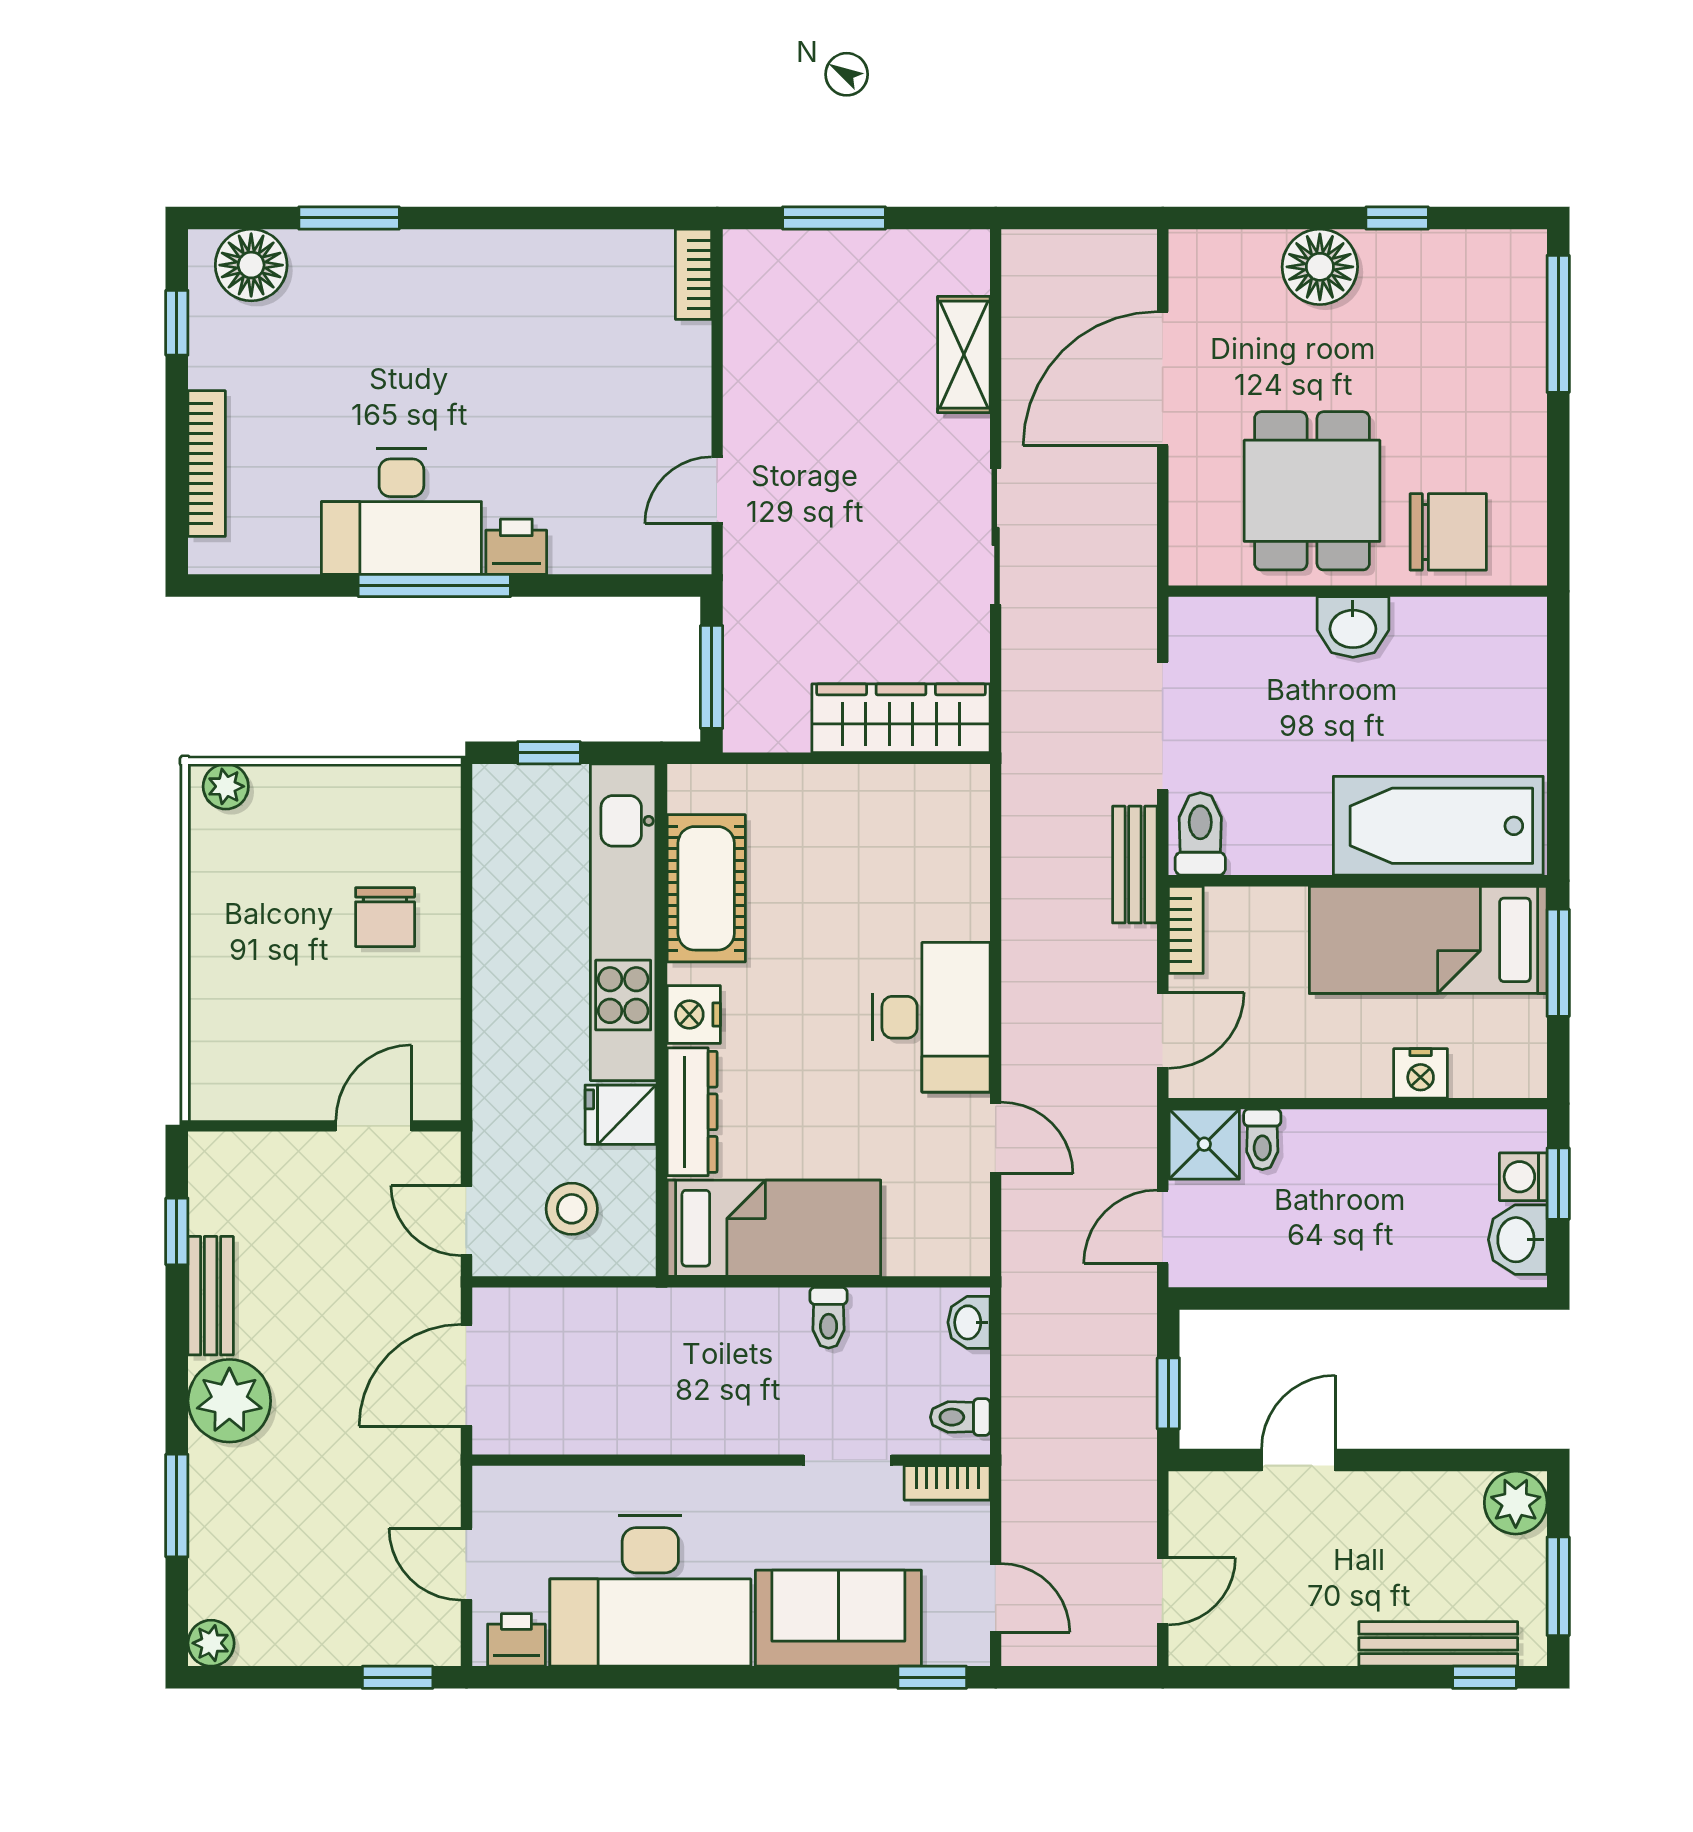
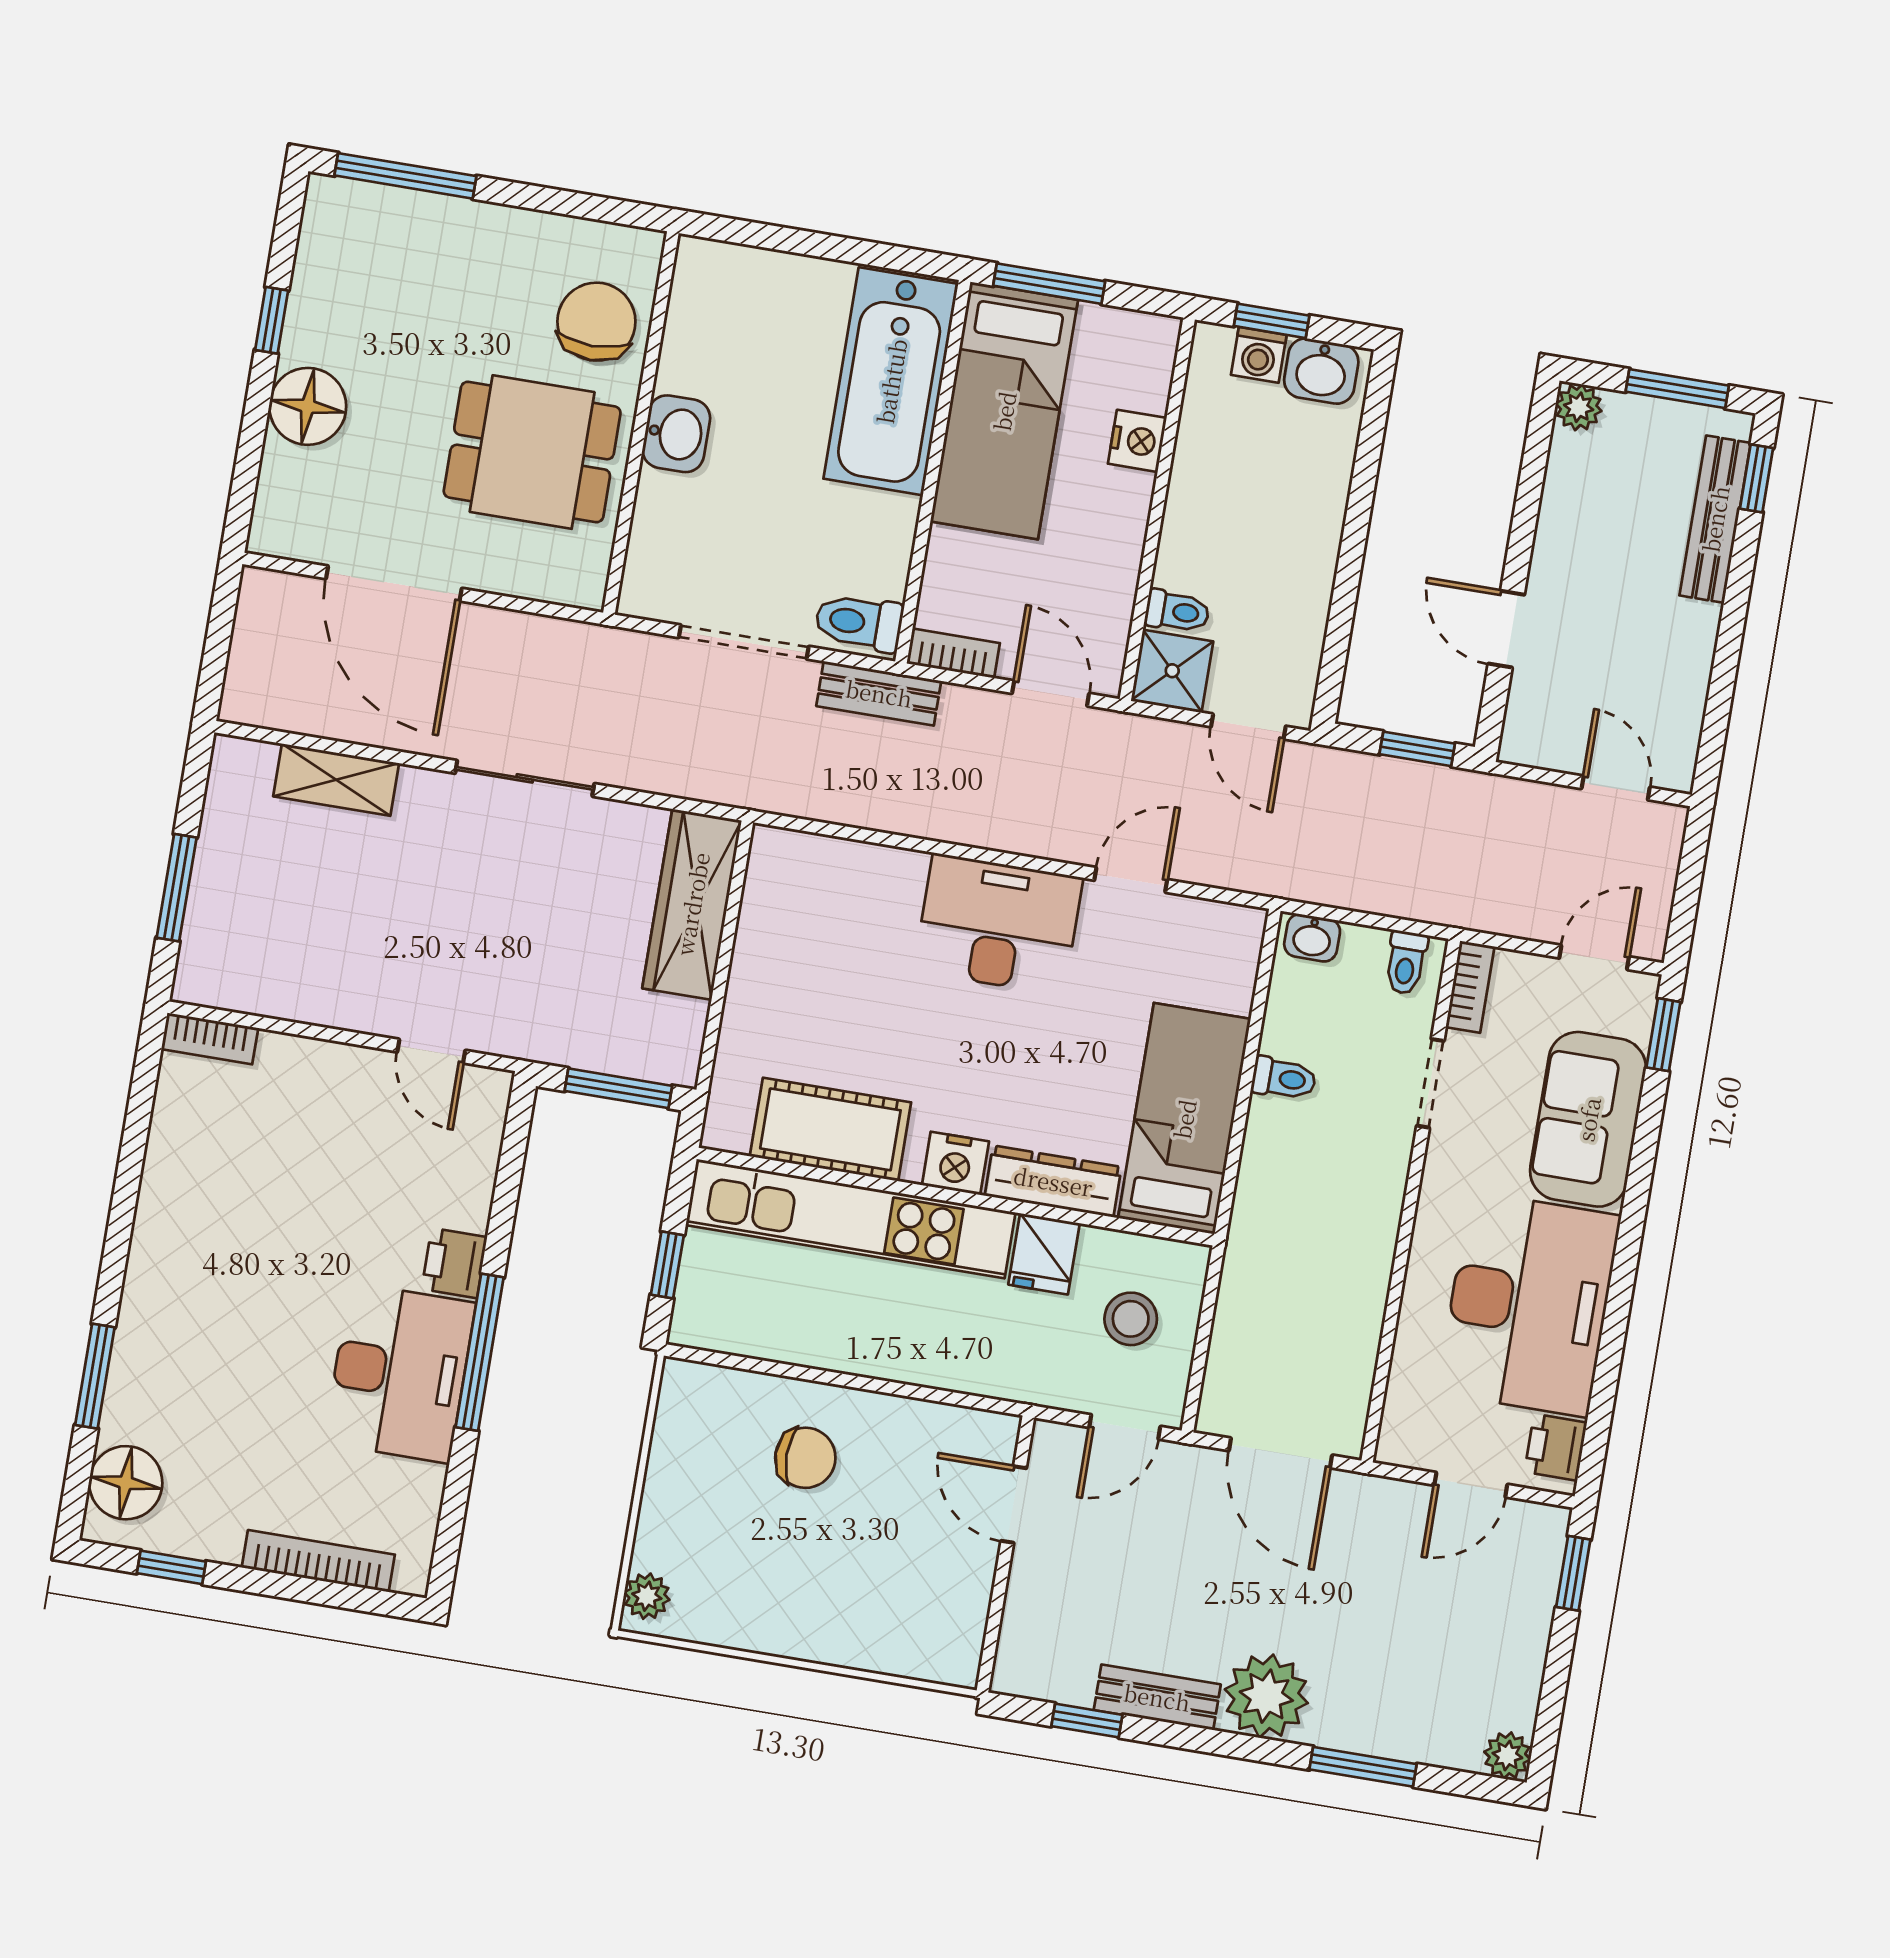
plant: (1516, 1503) -> (1579, 407), width x0.73, depth x0.73

